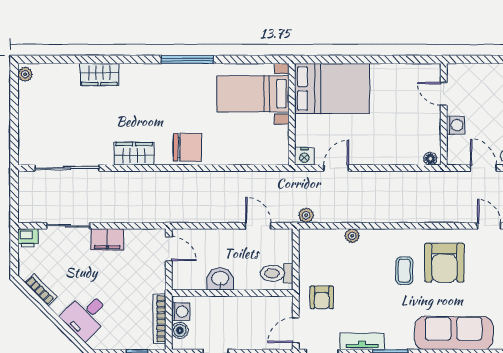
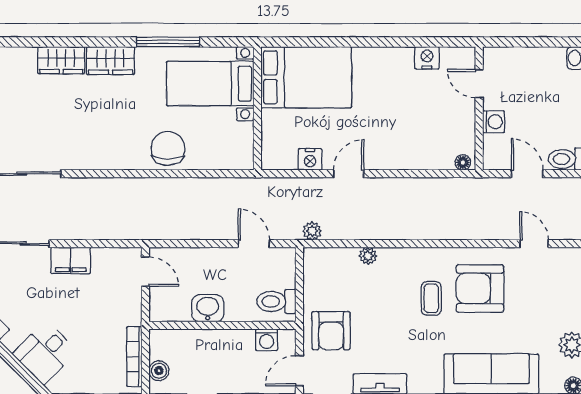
nightstand: (401, 73) -> (427, 58), added
bed: (332, 89) -> (306, 77), moved
bed with nightstands: (253, 94) -> (210, 84), moved
wall: (292, 114) -> (257, 108), moved
chair: (187, 147) -> (168, 148), turned -90
wardrobe: (134, 154) -> (111, 61), moved, turned 180
armchair: (444, 263) -> (480, 288), turned 90
armchair: (322, 297) -> (331, 331), width x1.38, depth x1.38
washing machine: (181, 312) -> (267, 340), moved, turned 90

